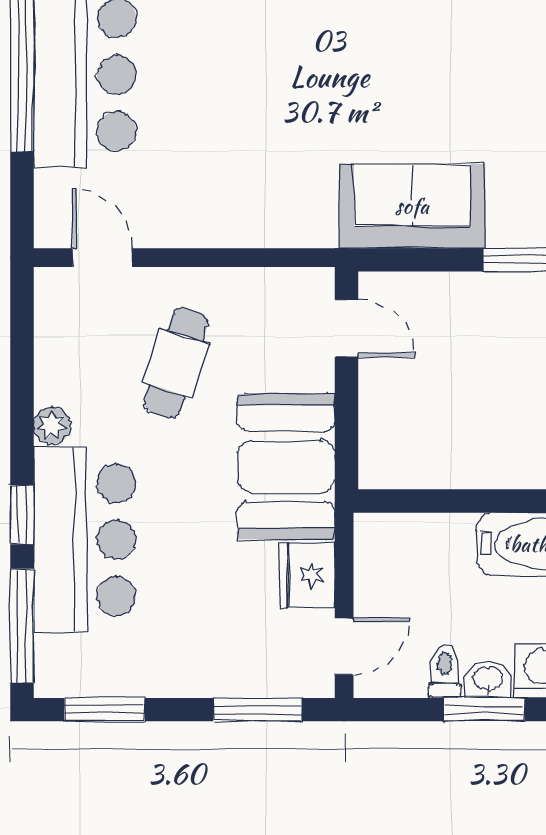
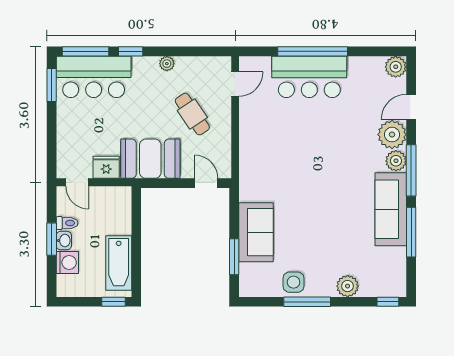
sofa: (412, 206) -> (256, 232), moved
door: (347, 328) -> (206, 183), swing flipped
cafe table: (176, 363) -> (192, 114), turned 38
bar counter: (85, 540) -> (94, 77), moved
window: (257, 710) -> (52, 147), removed

